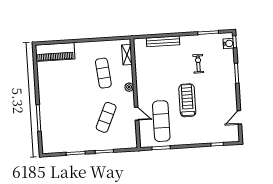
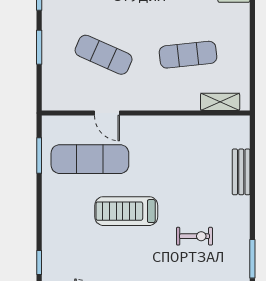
bench: (163, 41) -> (241, 172), width x0.73
plant: (129, 87) -> (158, 102), removed
treadmill: (187, 100) -> (126, 211), turned 180
door: (137, 114) -> (107, 113), hinge flipped

